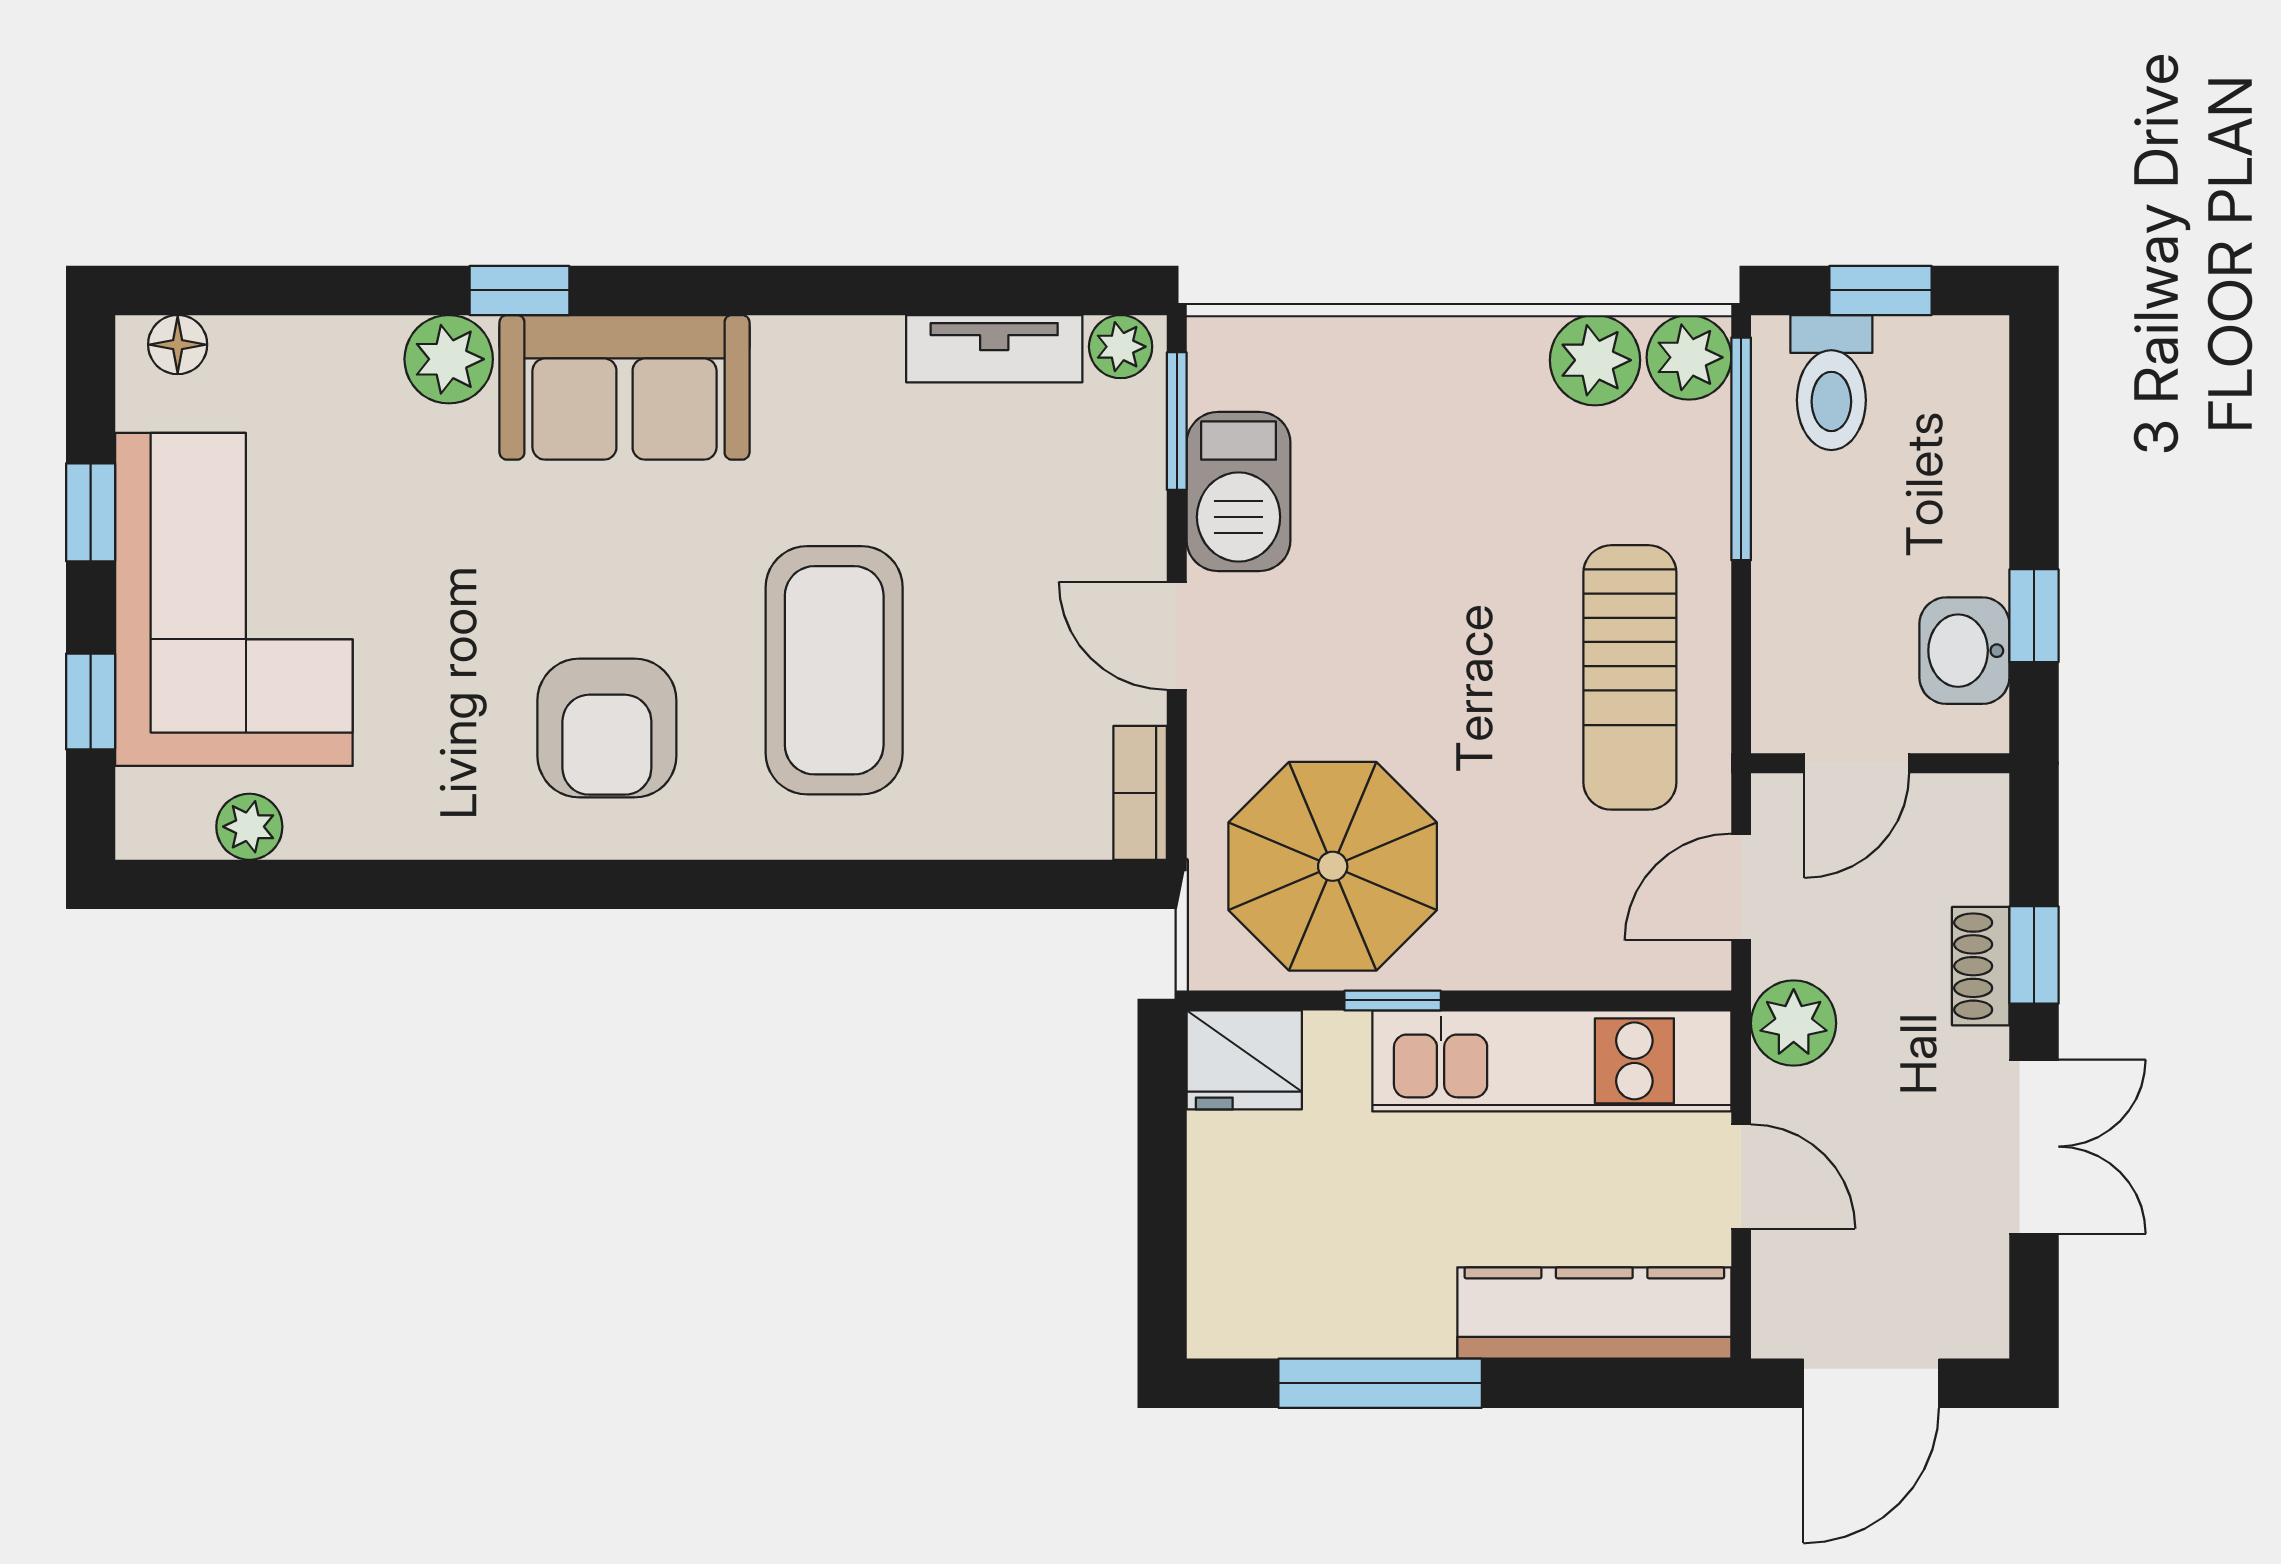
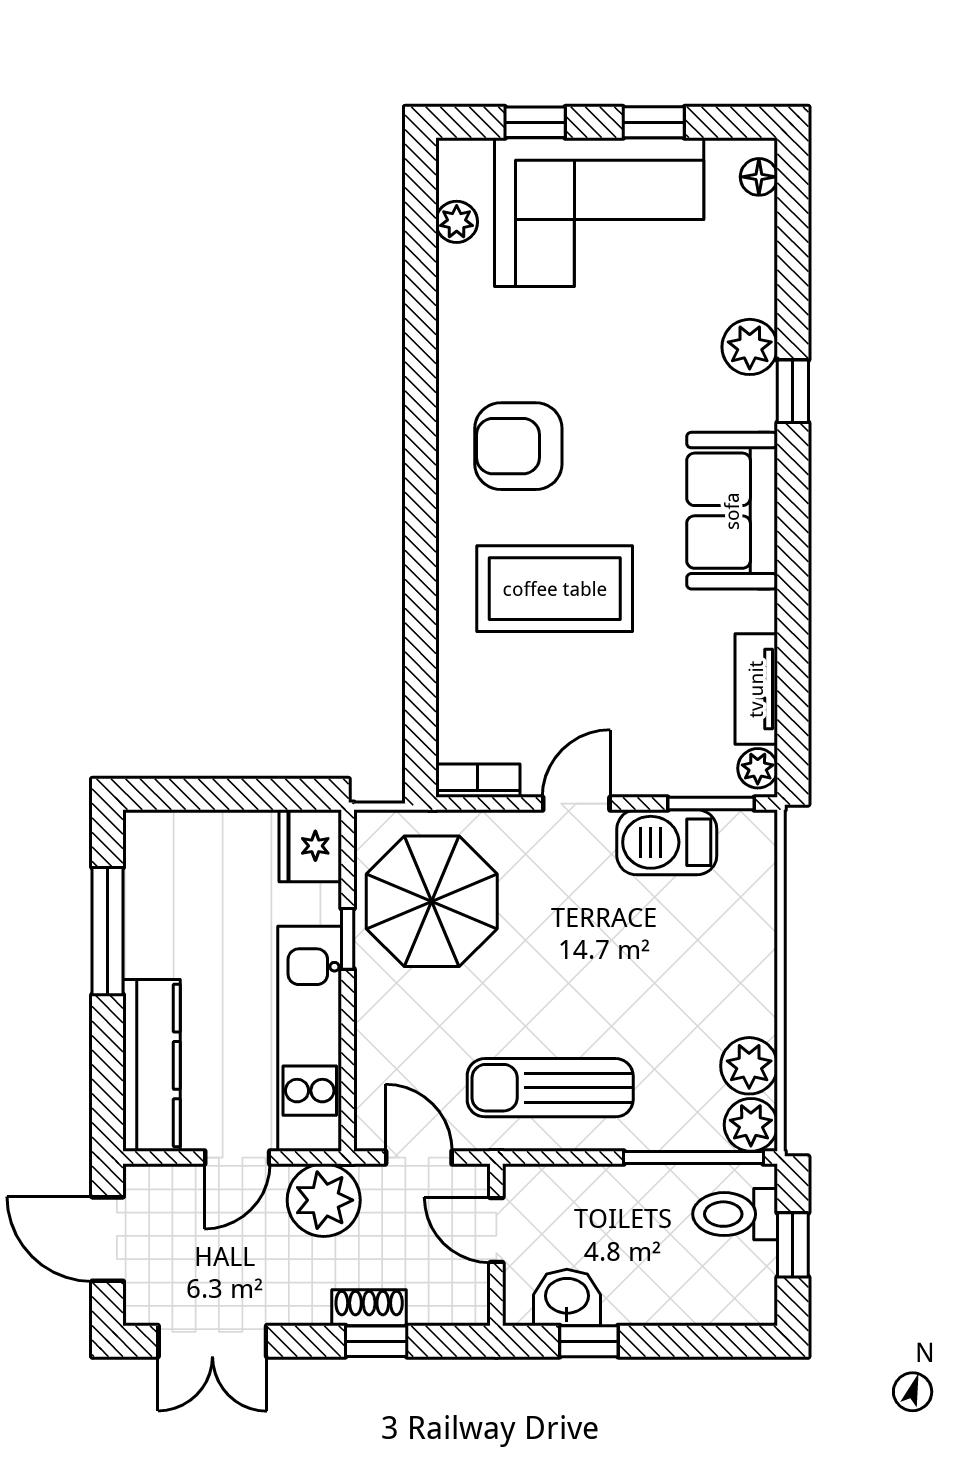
sofa: (624, 387) -> (732, 511), moved
plant: (1794, 1023) -> (324, 1200), width x1.36, depth x1.36
double door: (2034, 1147) -> (212, 1341), moved

